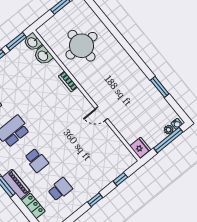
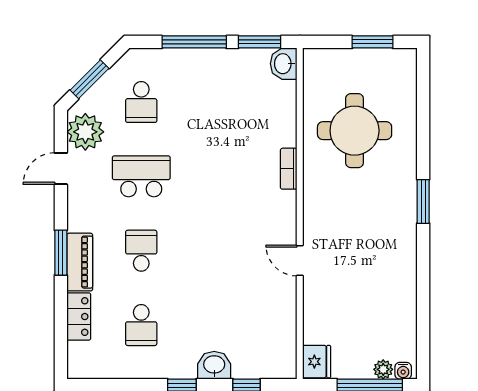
washbasin: (43, 56) -> (214, 365), moved, turned 90
window: (160, 87) -> (423, 201), moved
school desk: (37, 160) -> (141, 251), turned 180
school desk: (60, 189) -> (141, 325), turned 90

